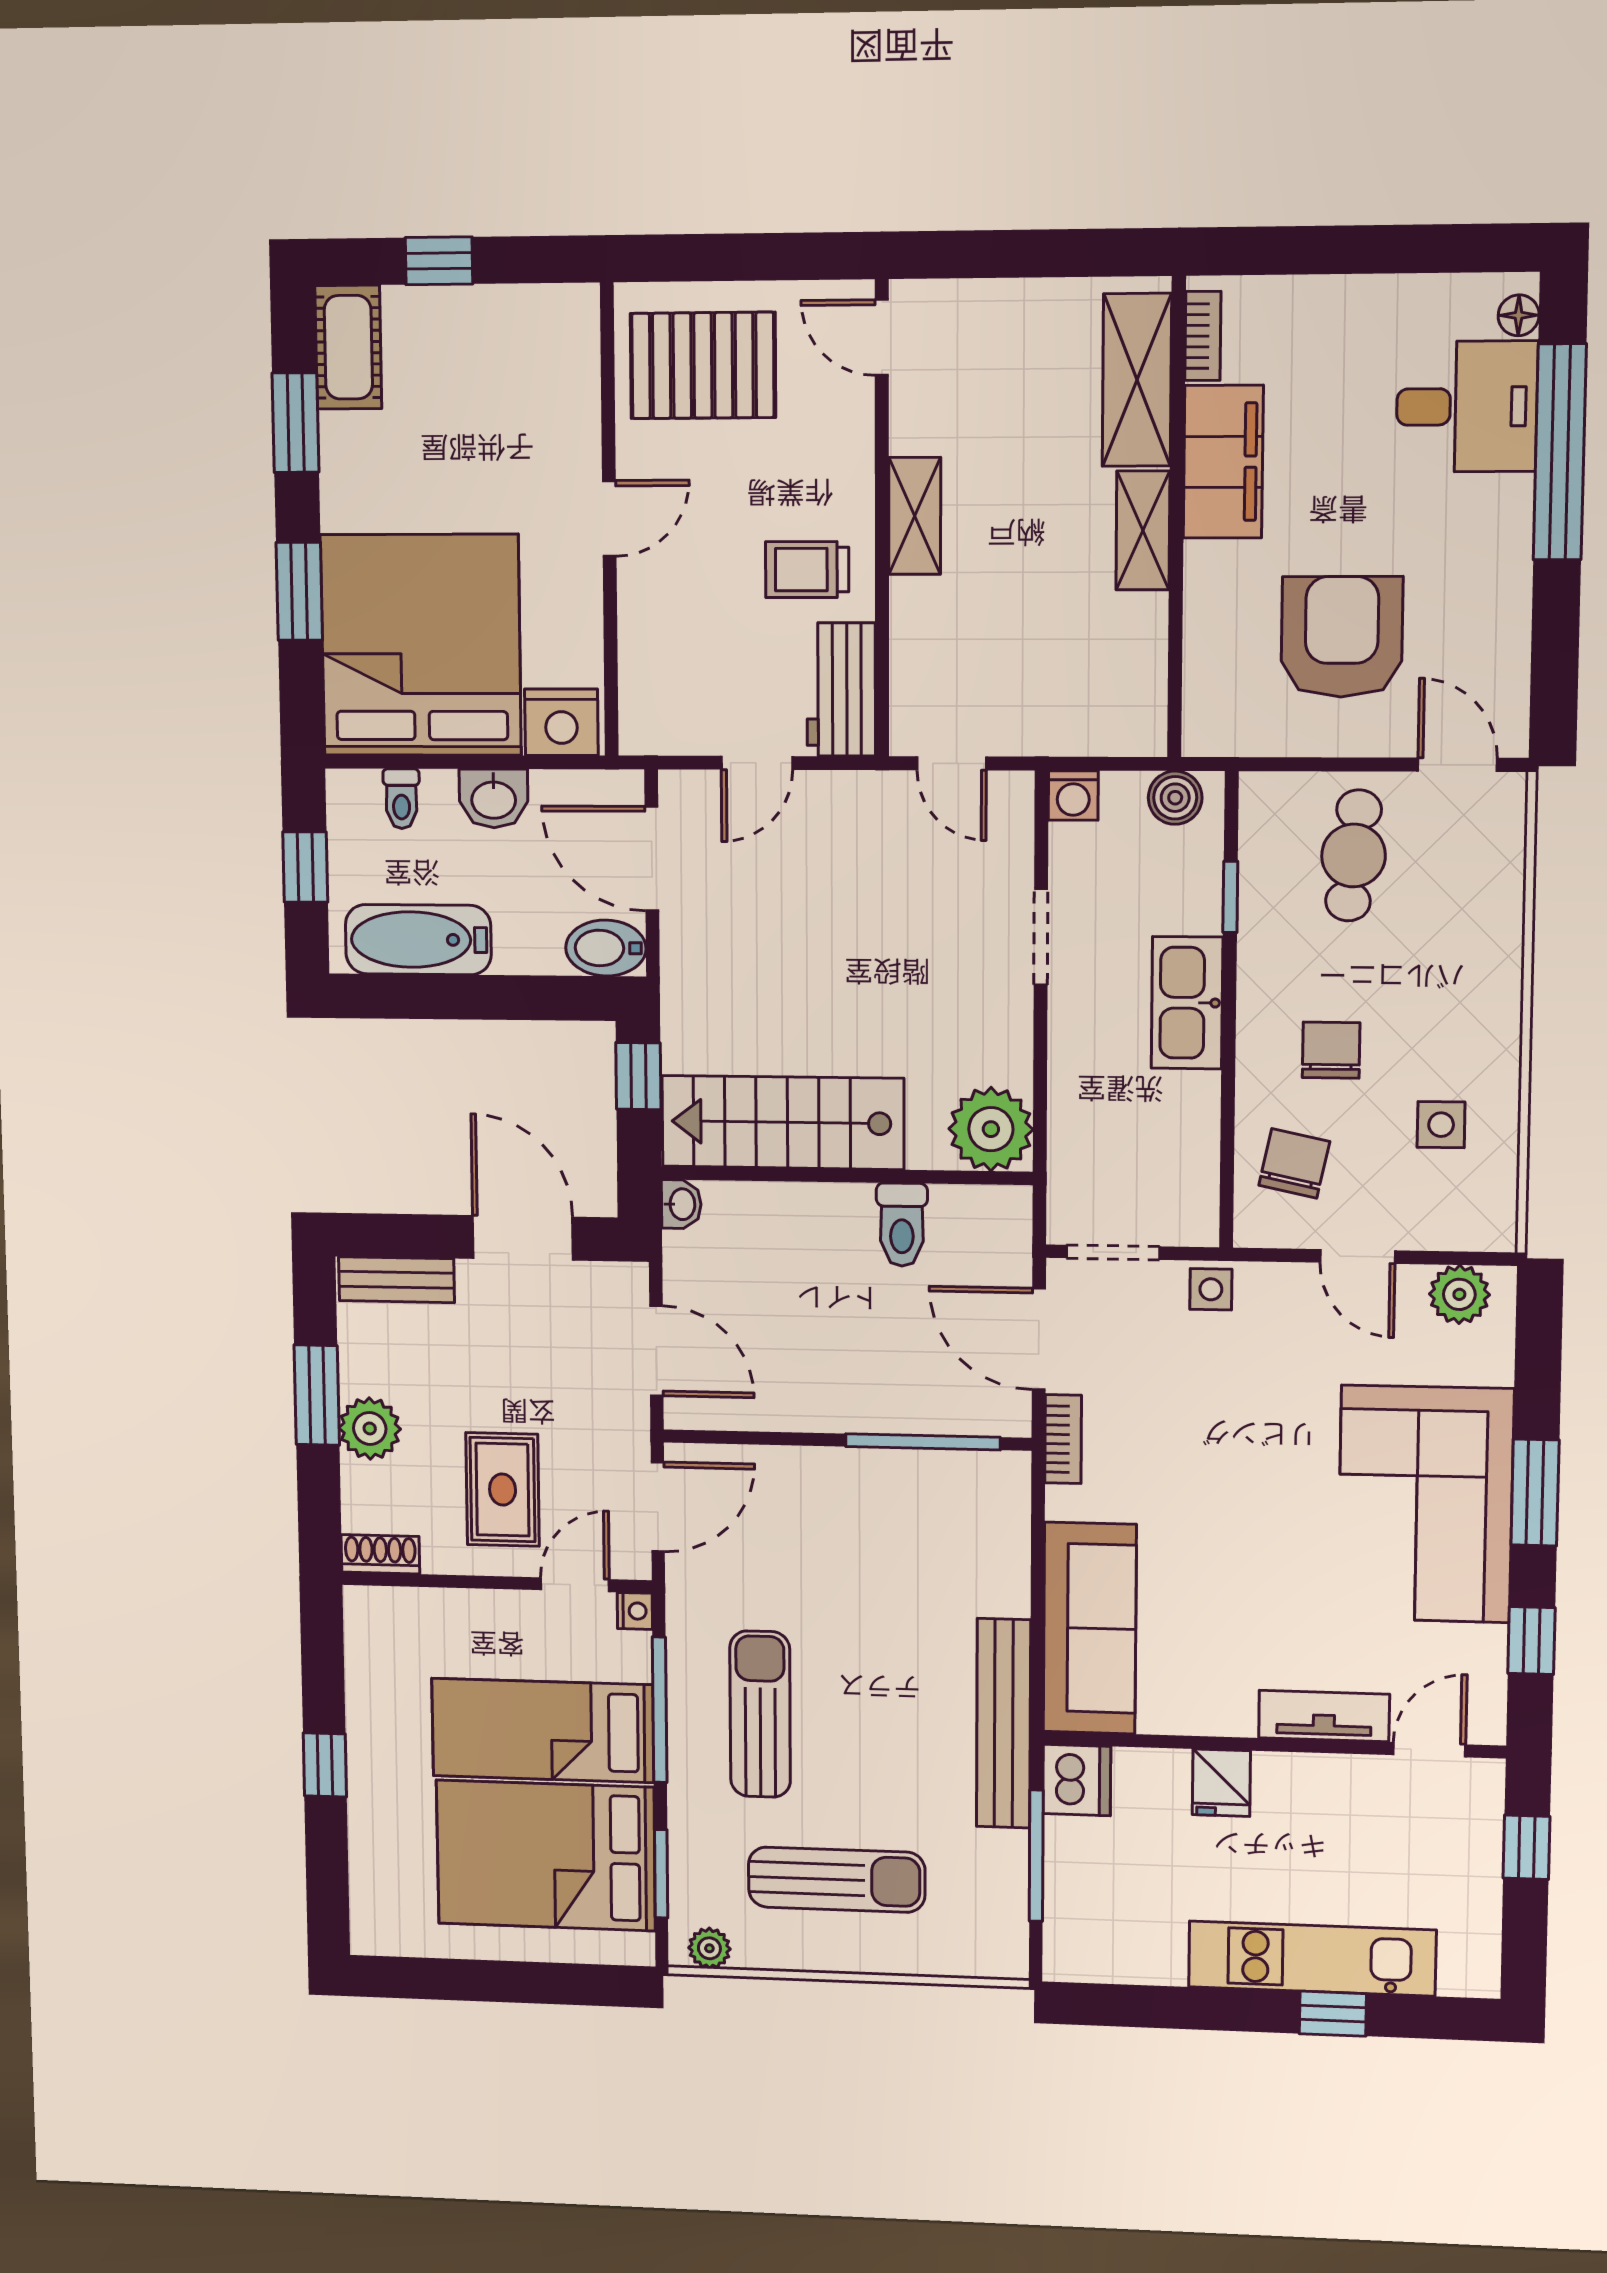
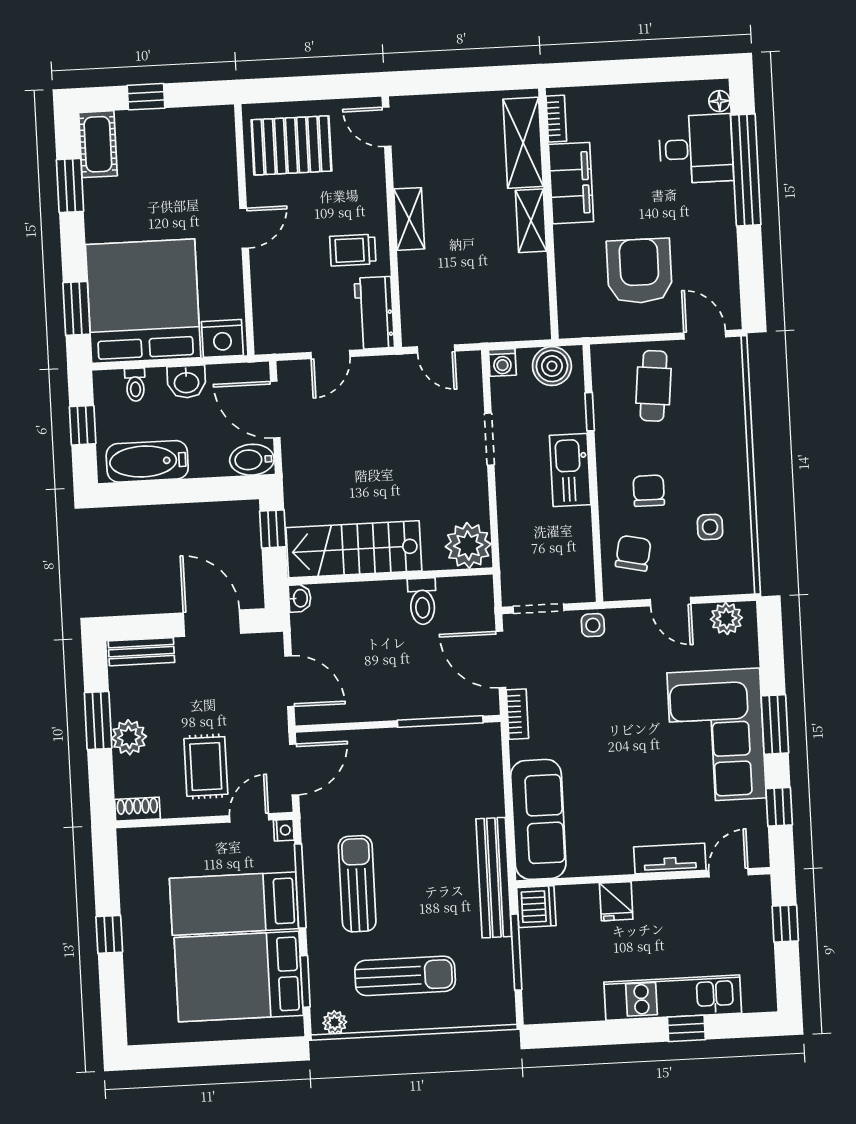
window: (299, 591) -> (76, 308), moved
boiler: (1175, 798) -> (552, 366), width x1.36, depth x1.36

